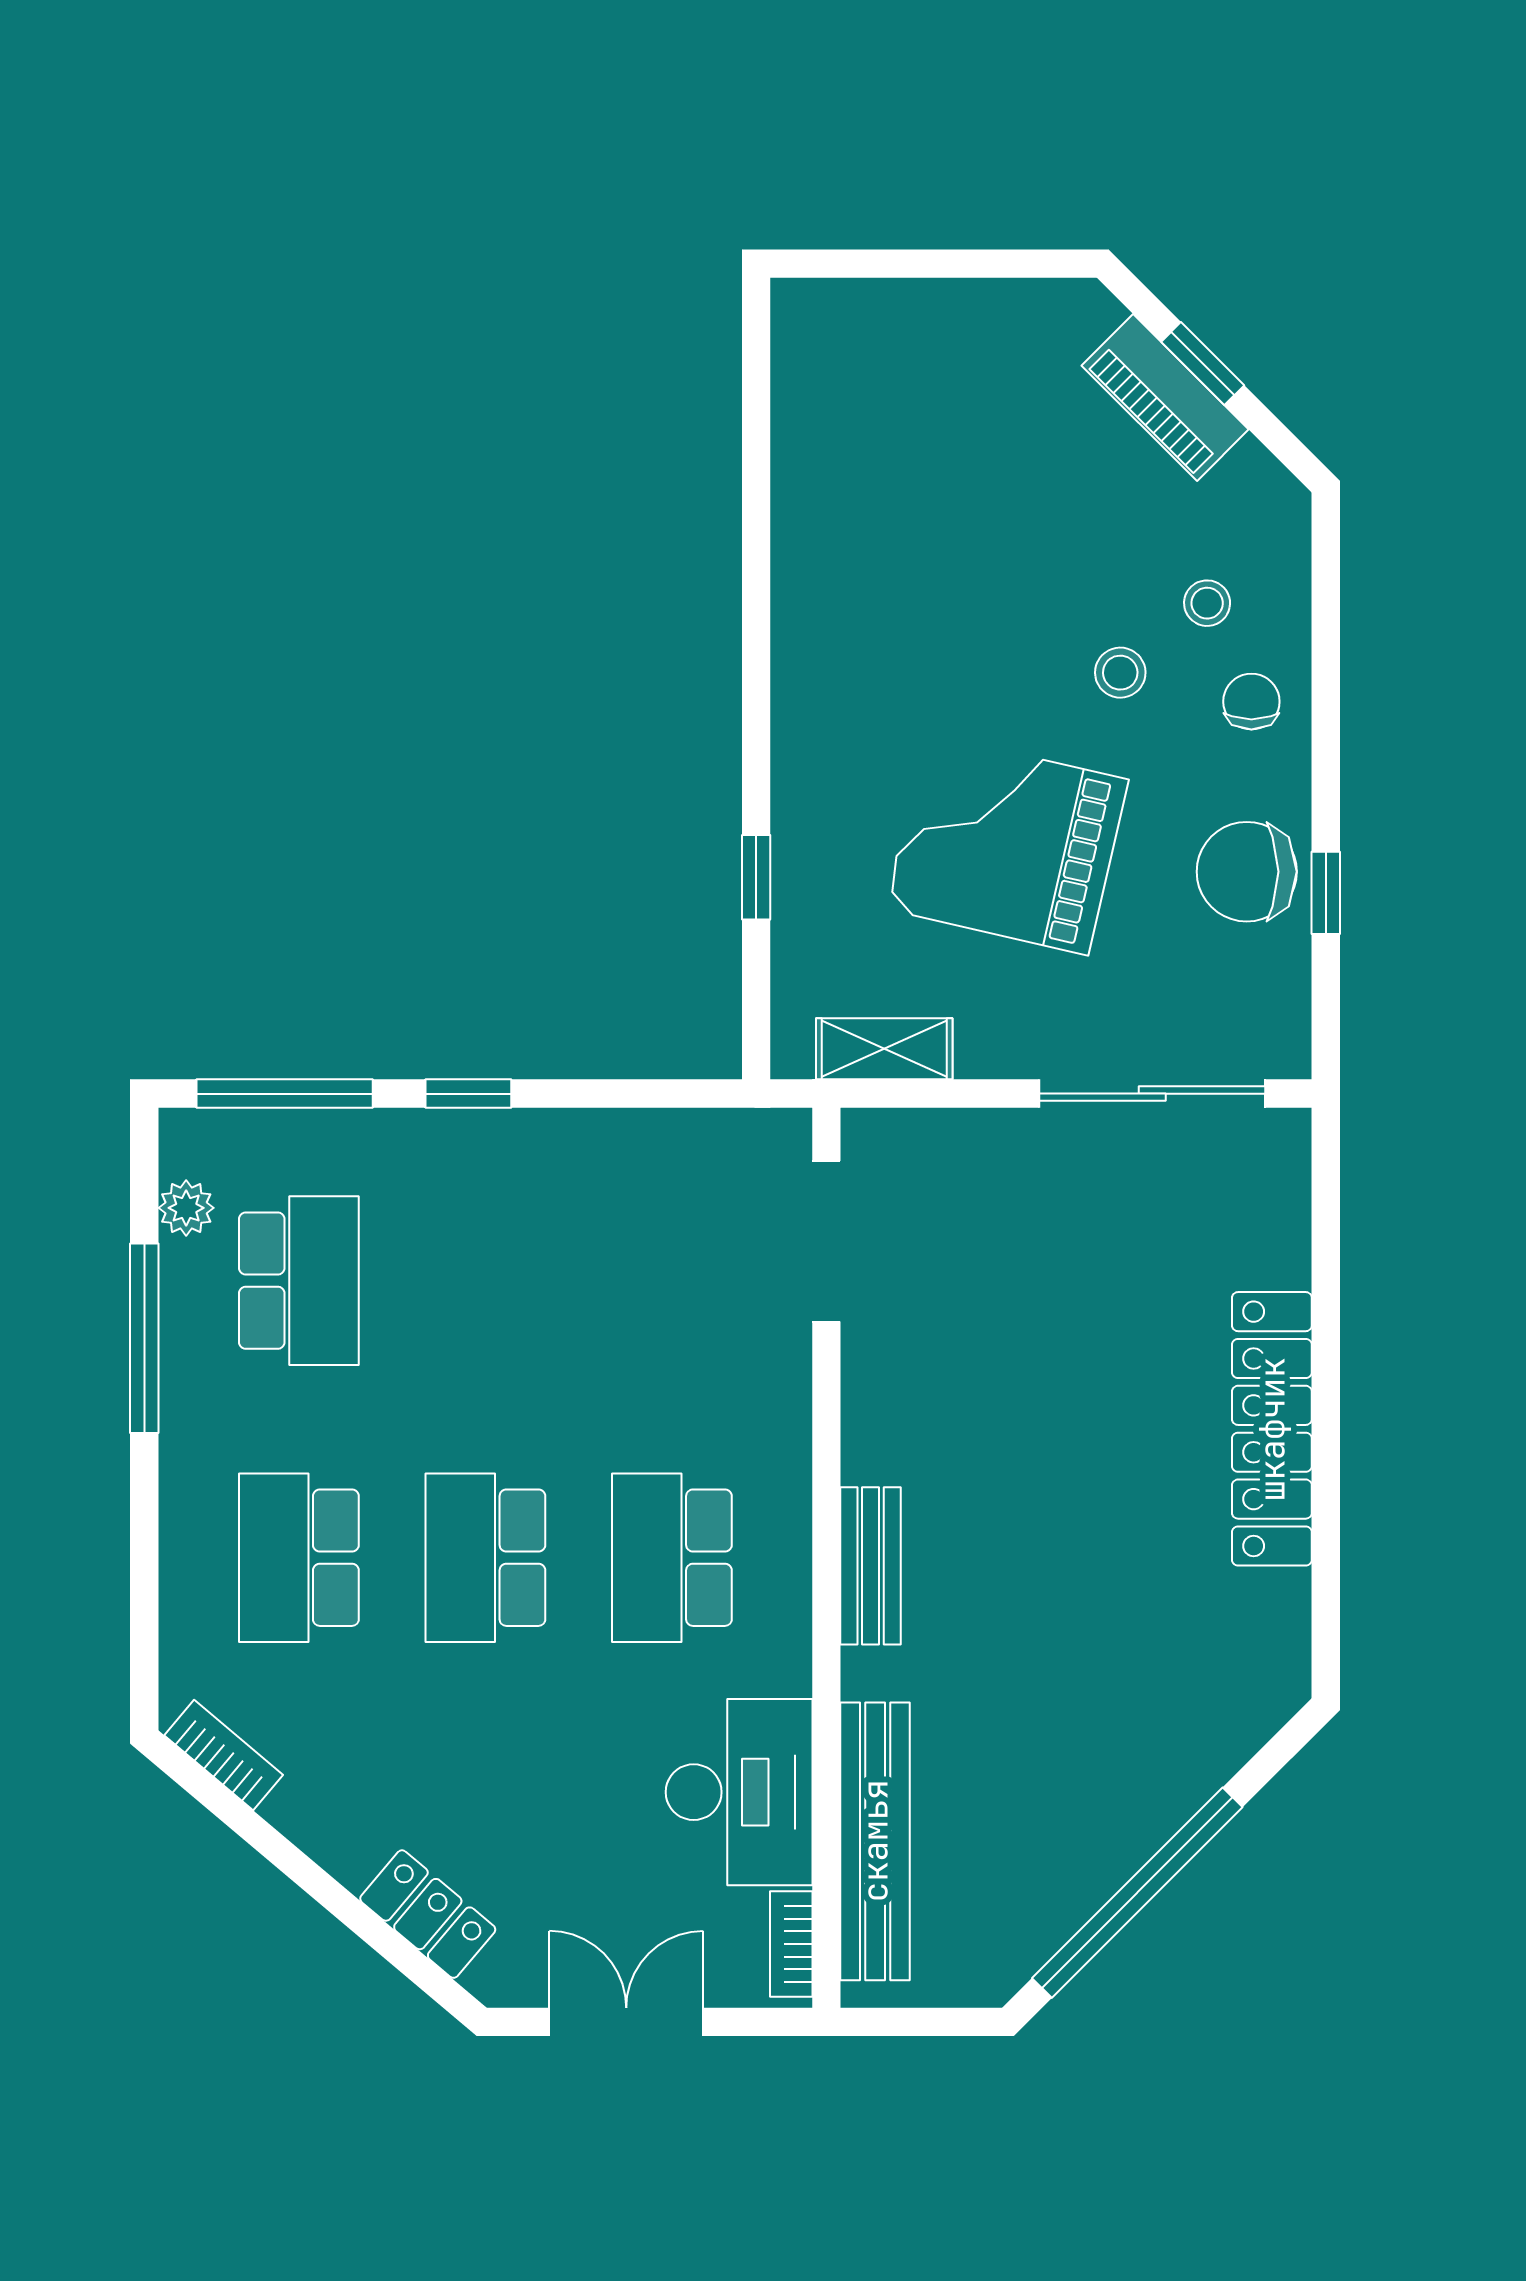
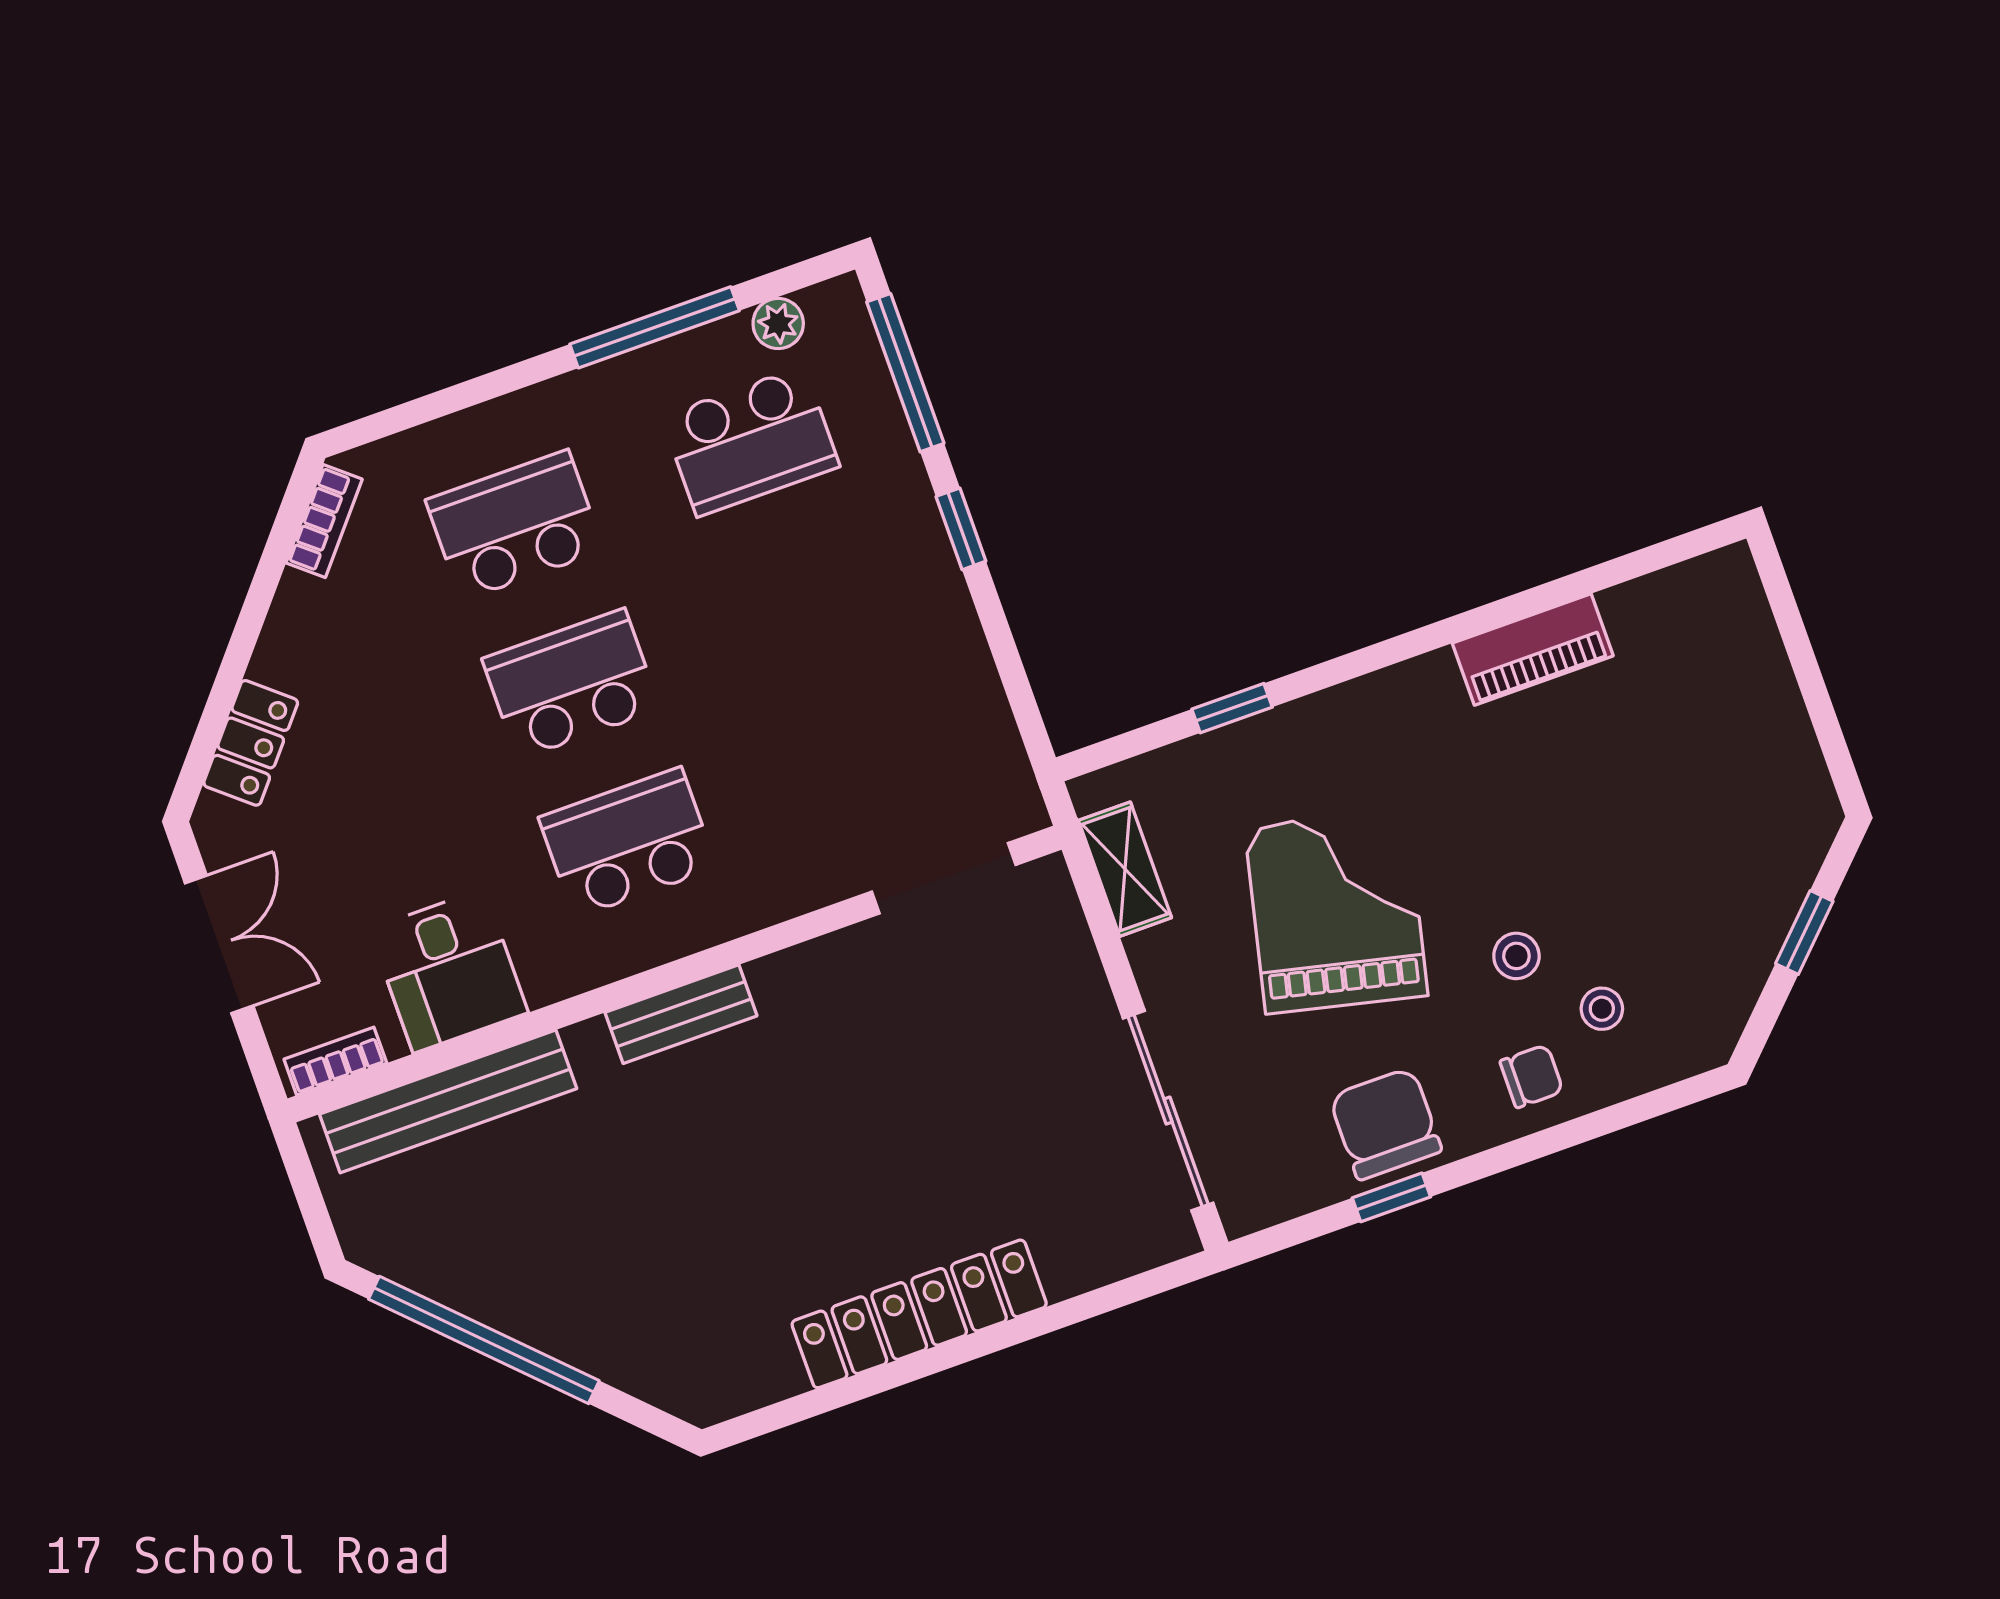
piano: (1165, 397) -> (1533, 650), moved, turned -135
desk: (739, 1792) -> (449, 971), width x0.73

